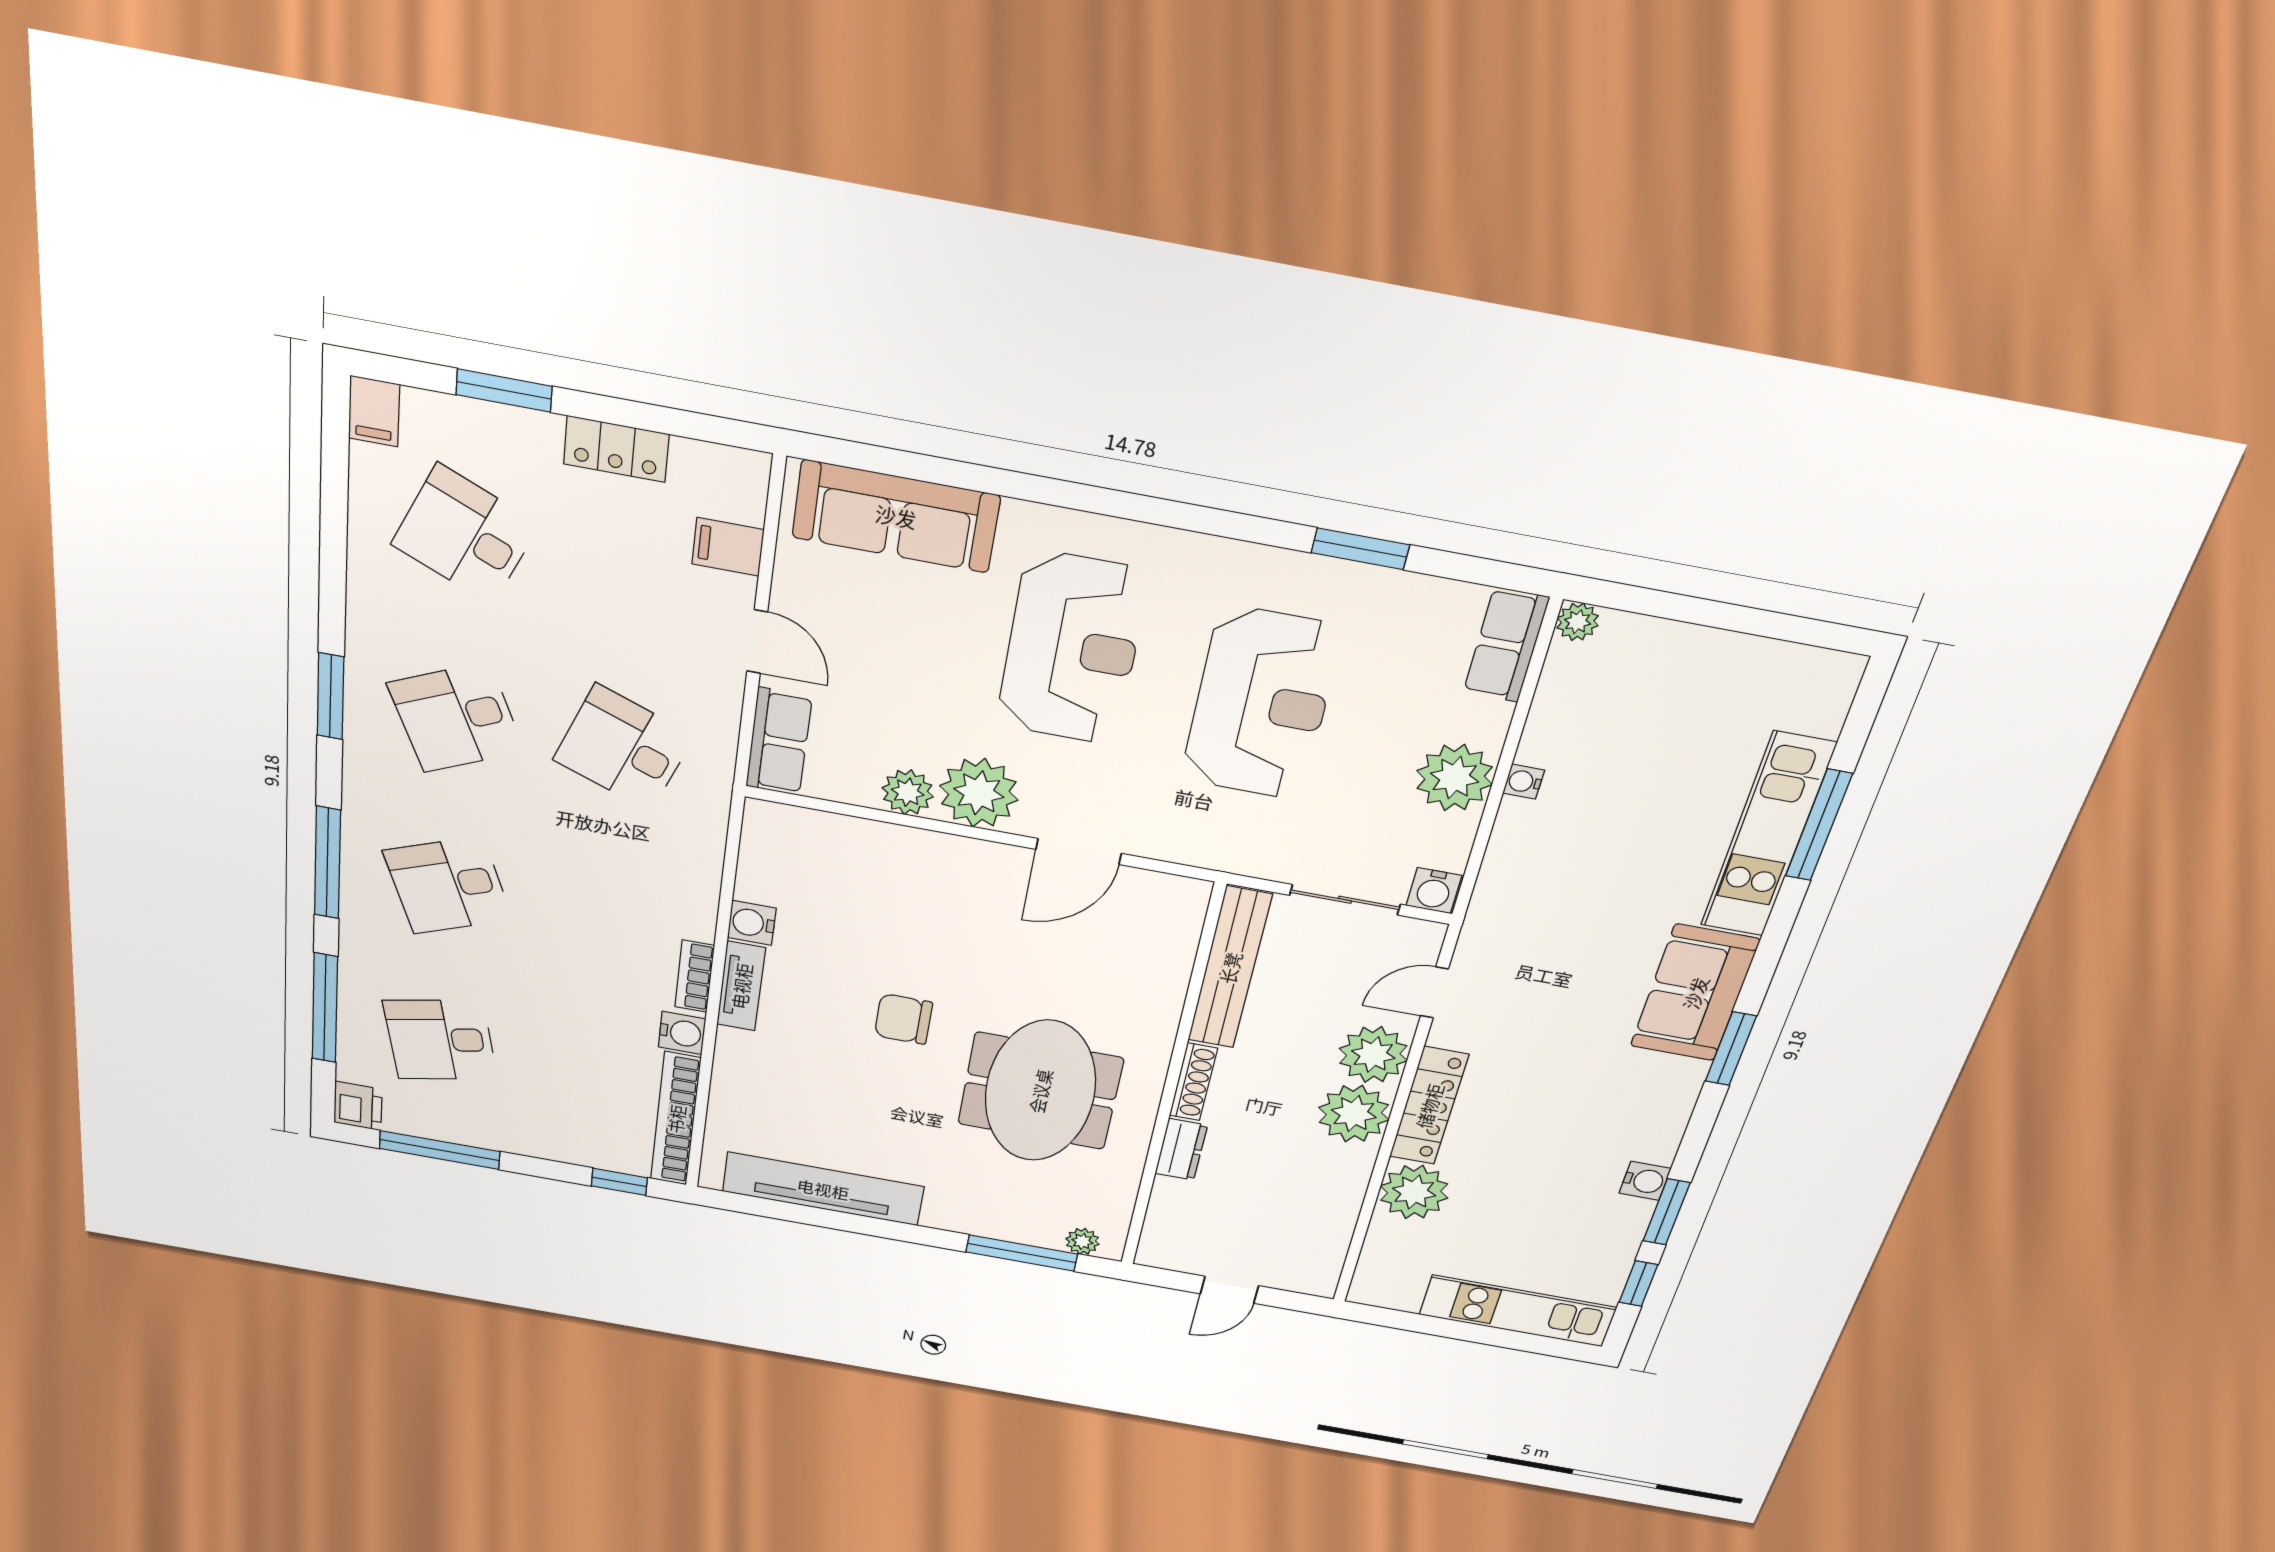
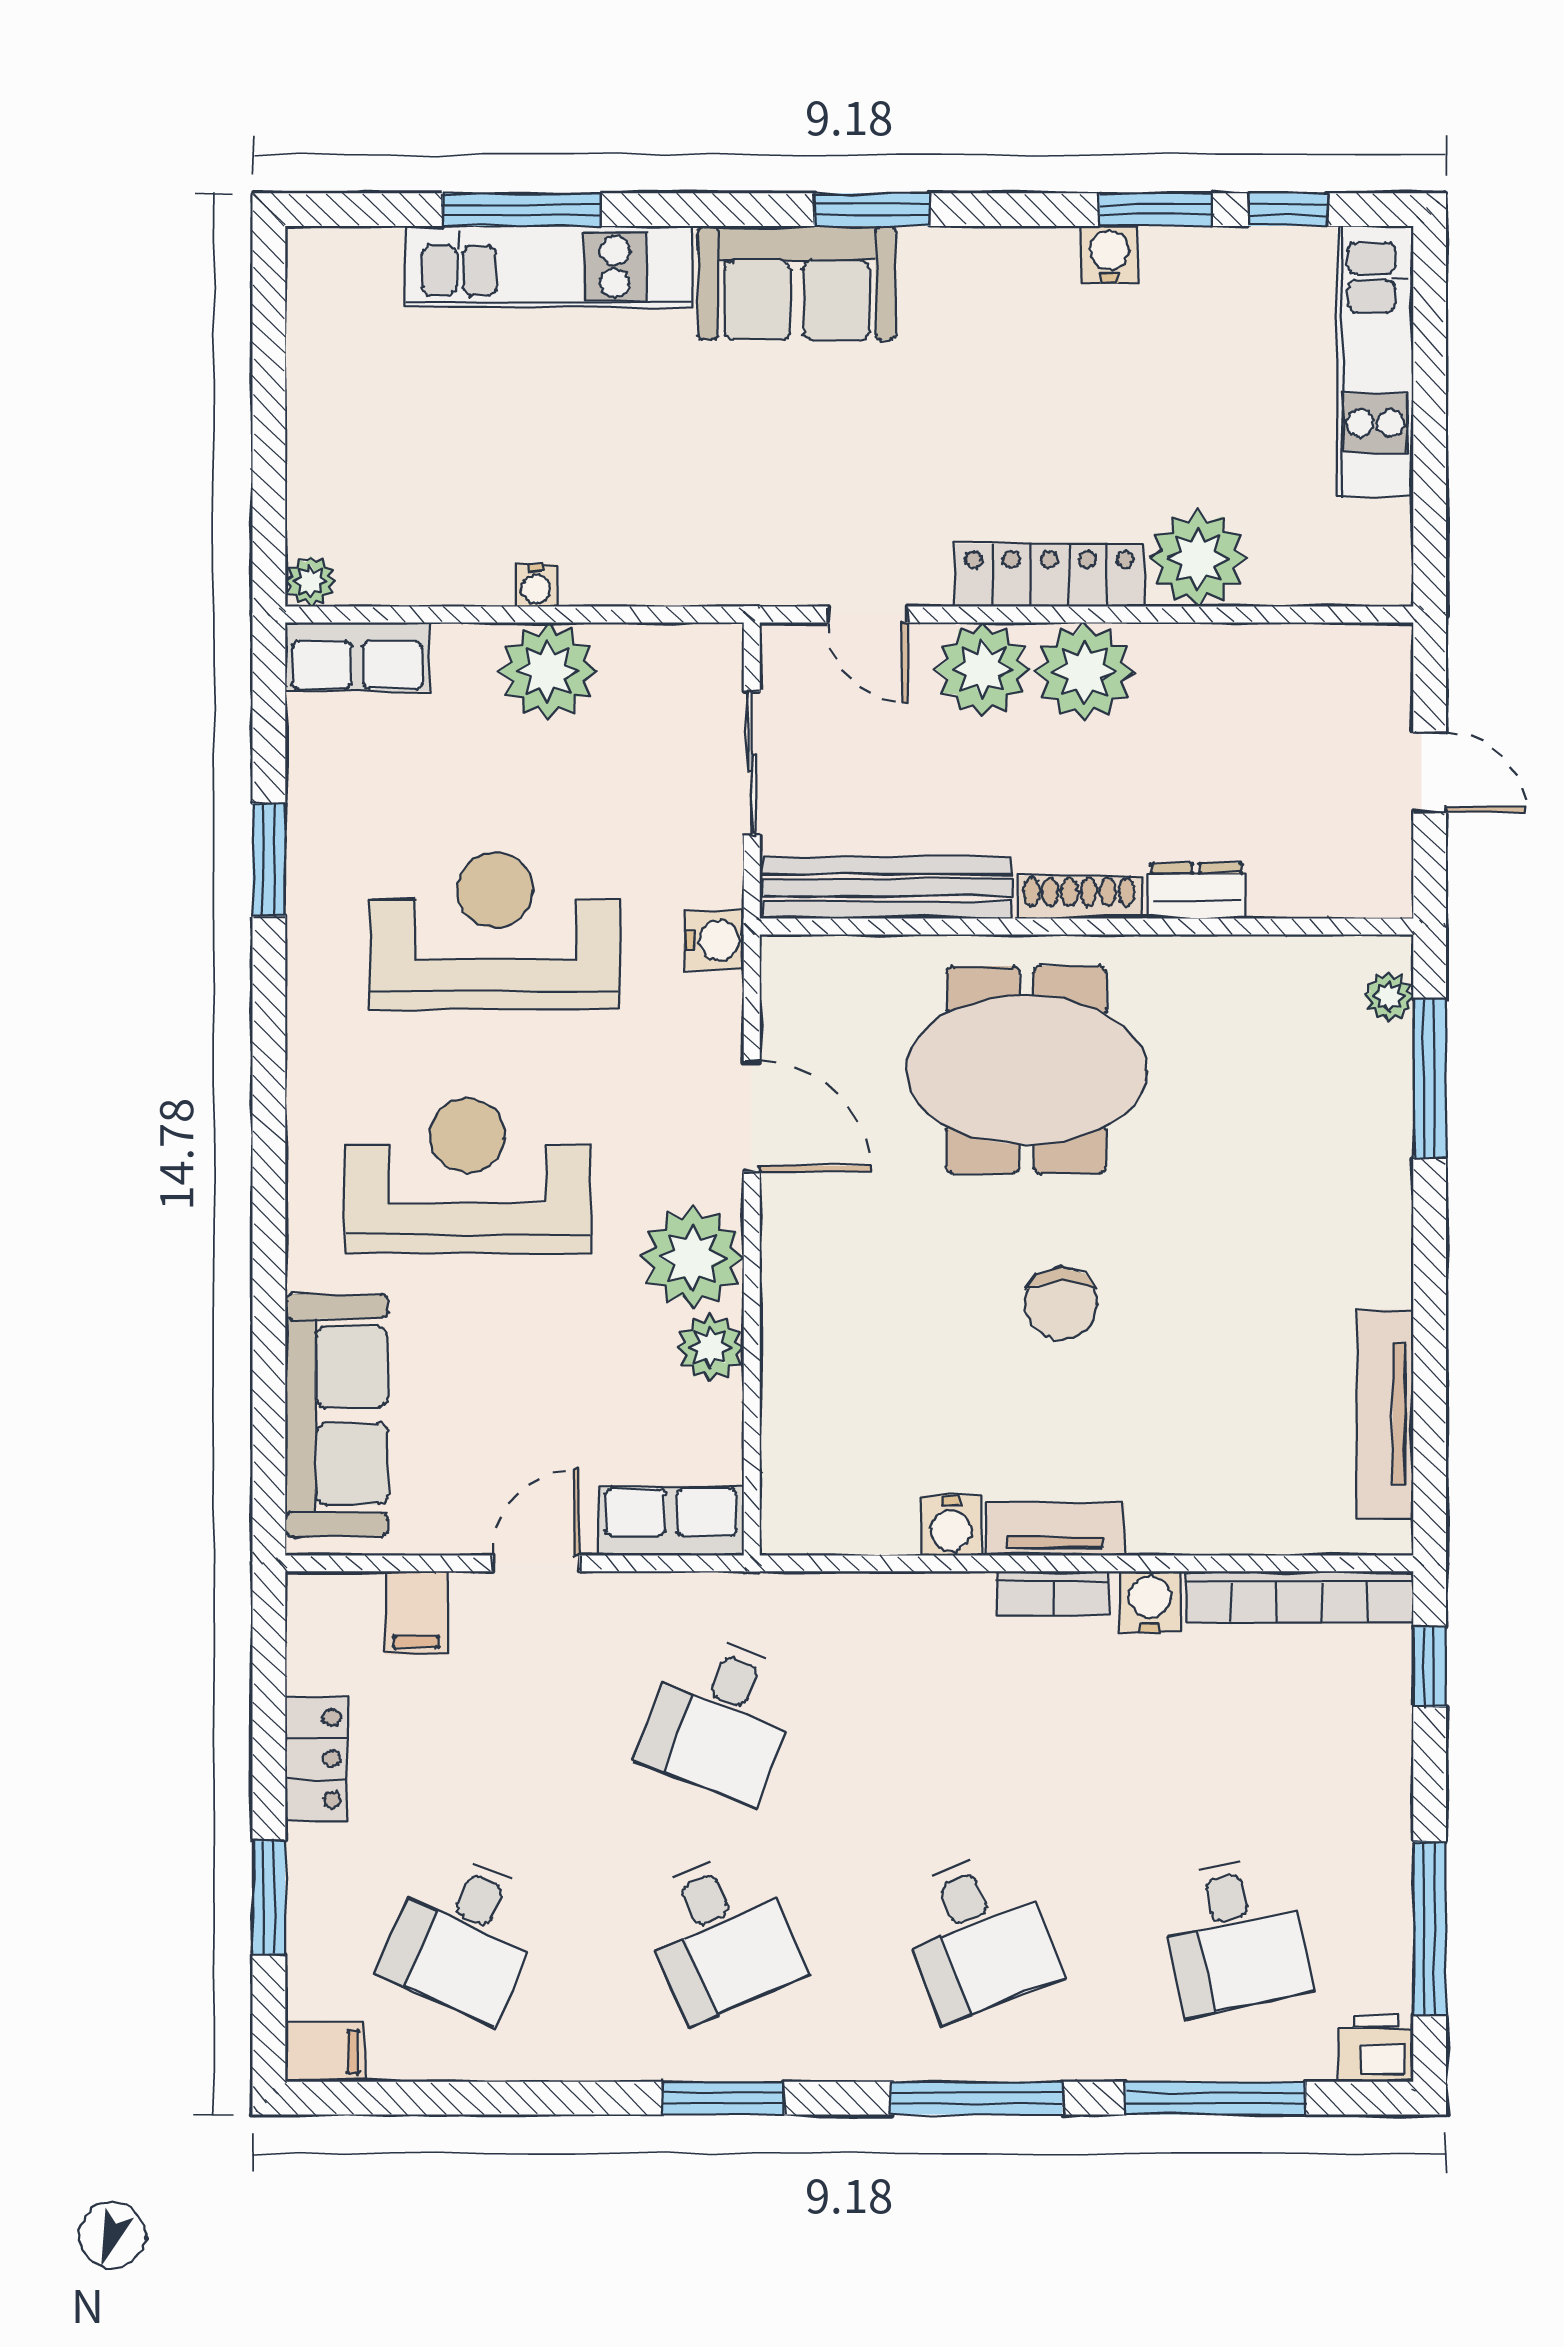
water cooler: (1434, 891) -> (714, 940), moved
meeting table: (1040, 1091) -> (1026, 1070), moved
tv unit: (823, 1189) -> (1385, 1414), width x0.73, depth x0.78

